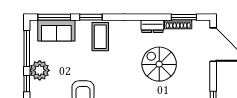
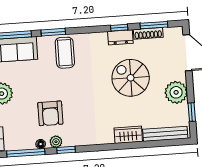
window: (152, 17) -> (119, 28), added
plant: (200, 80) -> (176, 92), added

